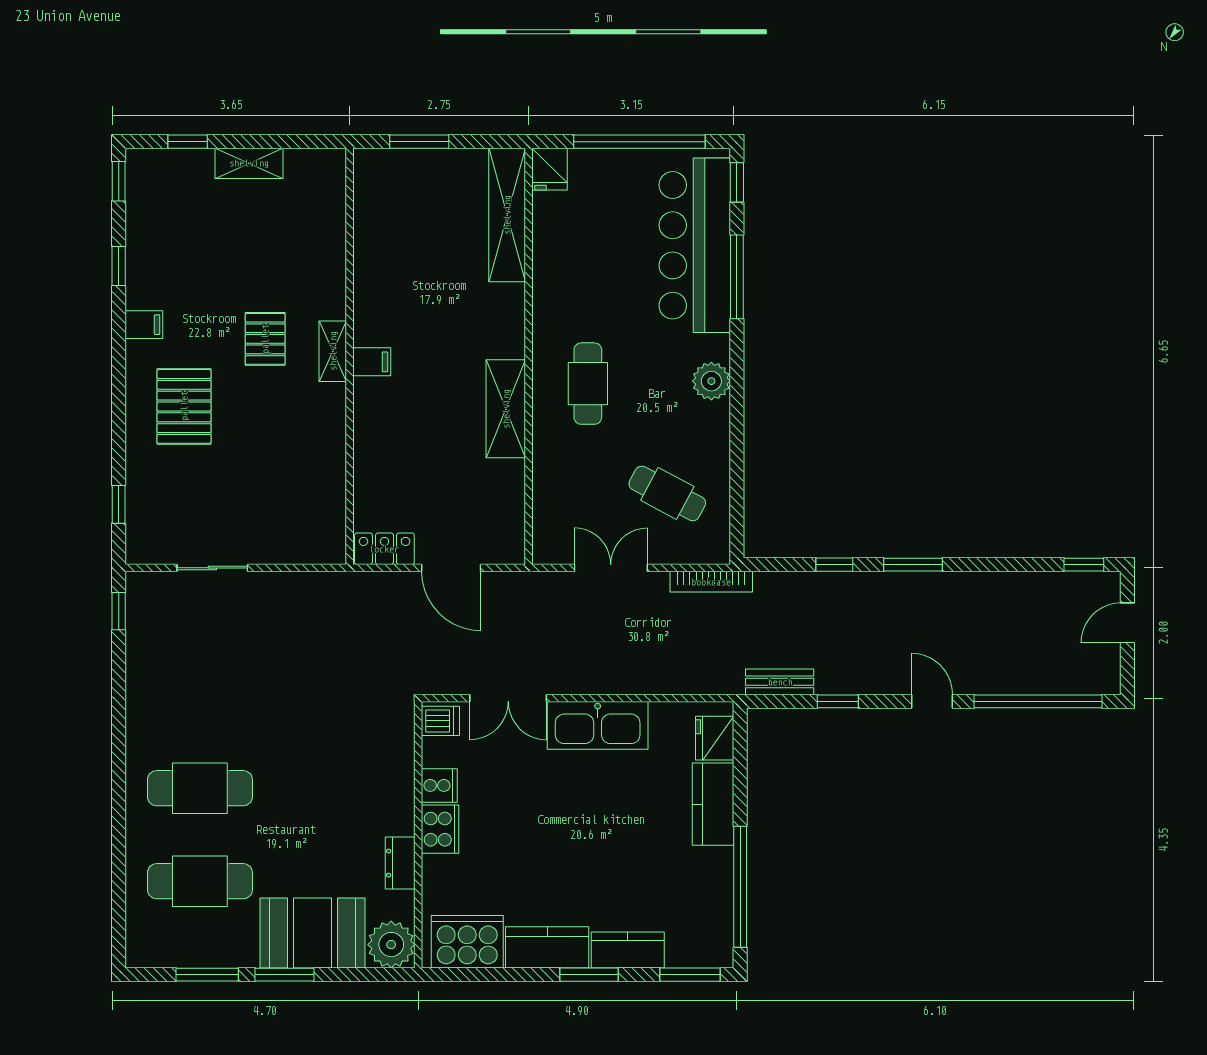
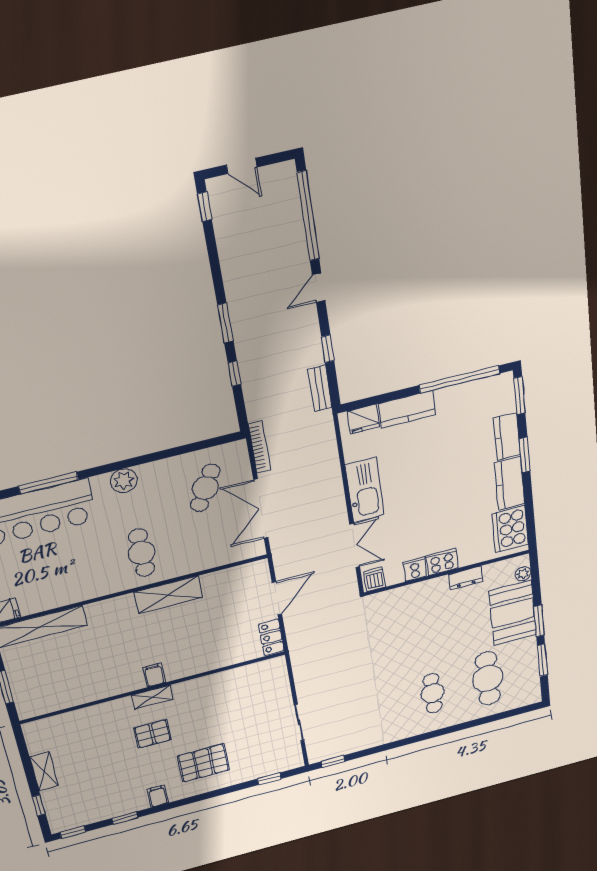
cafe table: (588, 384) -> (142, 553), turned 90
double door: (611, 568) -> (261, 509), width x1.37
cafe table: (200, 788) -> (433, 693), width x0.73, depth x0.74
plant: (391, 945) -> (523, 574), width x0.53, depth x0.53

